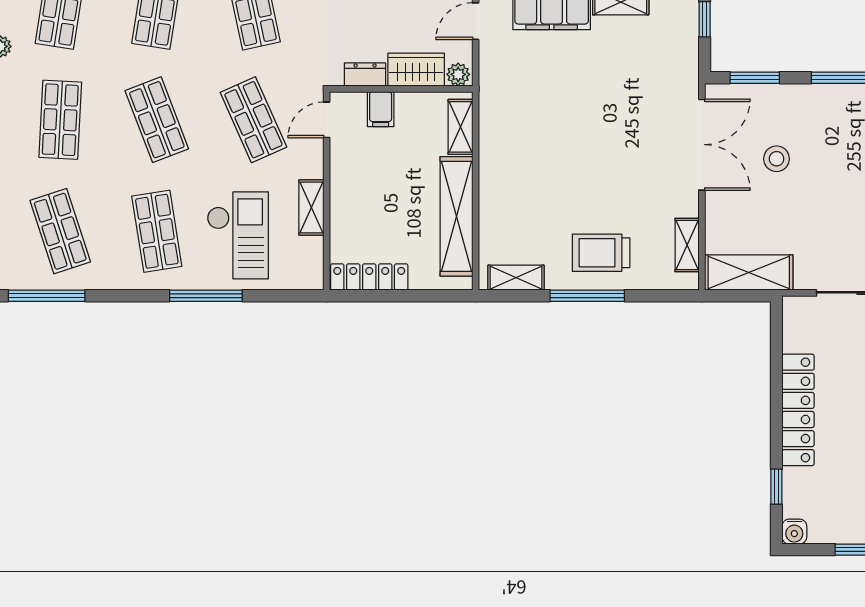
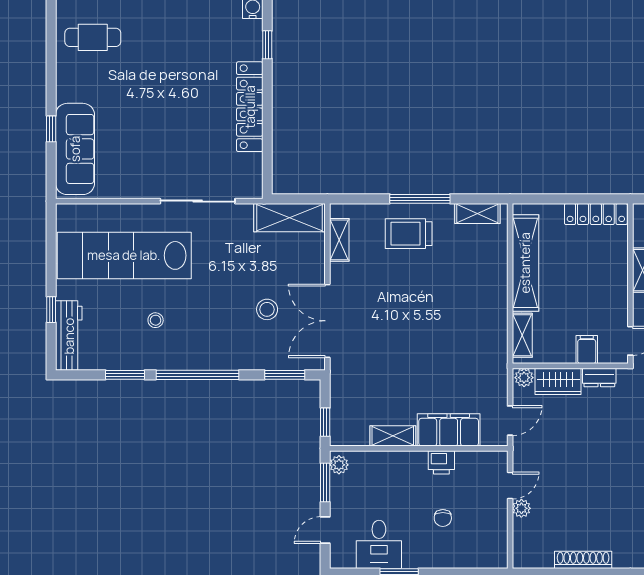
trolley: (601, 253) -> (409, 234), turned 180

